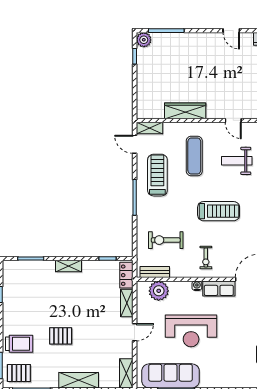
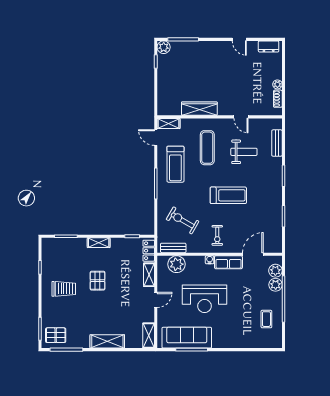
weight bench: (237, 161) -> (244, 152), turned 180
treadmill: (157, 175) -> (175, 164), turned 180
exercise bike: (166, 240) -> (183, 220), turned 30
pallet: (61, 336) -> (98, 281), moved, turned 90
trolley: (19, 344) -> (64, 289), moved

